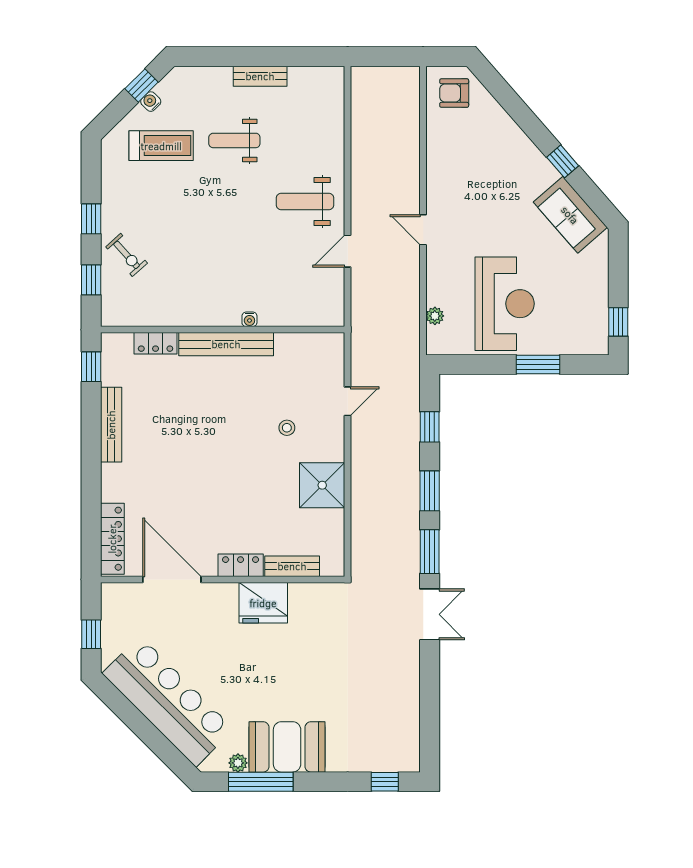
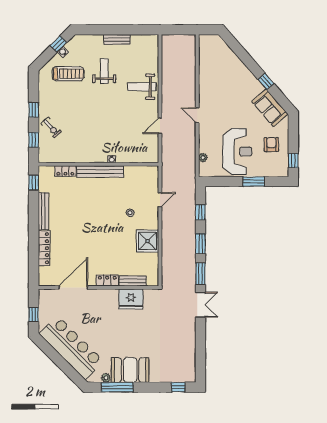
armchair: (454, 93) -> (271, 145), moved, turned 90
weight bench: (234, 140) -> (104, 71), turned 90
weight bench: (305, 201) -> (142, 87), moved
locker: (112, 539) -> (44, 248), moved
door: (172, 579) -> (73, 287), hinge flipped
fridge: (263, 603) -> (131, 299), moved

